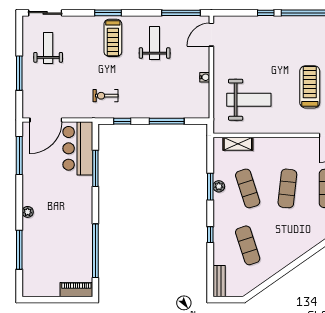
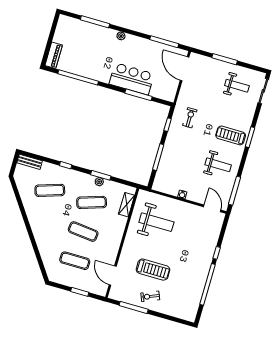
weight bench: (249, 100) -> (156, 222), turned -90
bar counter: (78, 148) -> (132, 79), moved

